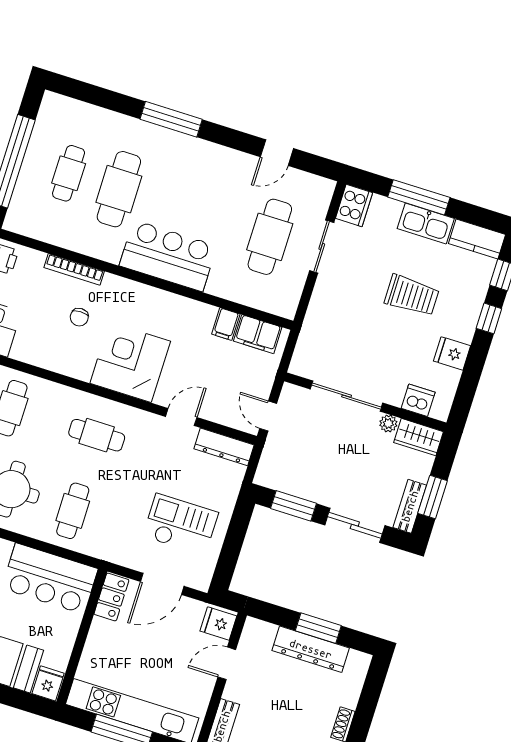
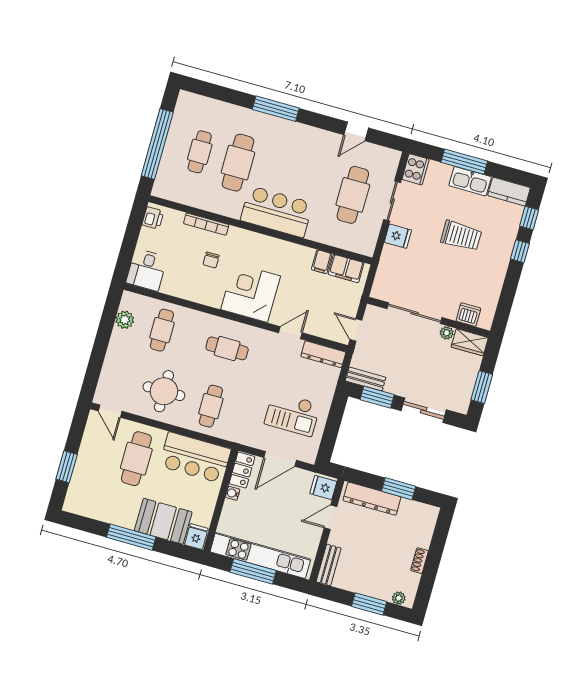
fridge: (452, 353) -> (398, 236), moved, turned 180
bench: (410, 506) -> (366, 379), moved, turned 90
checkout: (180, 525) -> (292, 414), turned 180
water cooler: (98, 627) -> (233, 493), added
dresser: (311, 649) -> (372, 499), moved

